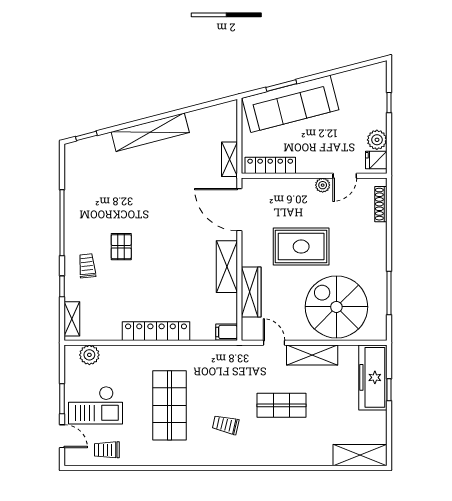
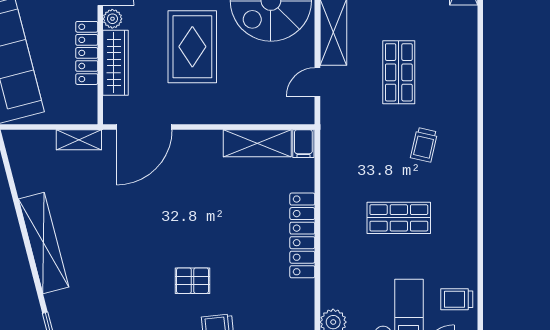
locker: (270, 165) -> (87, 53), moved
shelving: (227, 267) -> (257, 143), moved
wardrobe: (251, 292) -> (116, 63), moved, turned 90
shop shelf: (170, 405) -> (399, 218), width x0.70, depth x0.74
trolley: (107, 450) -> (457, 299), turned 90

